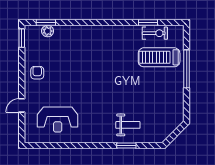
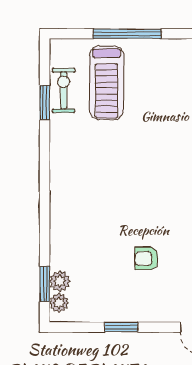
plant: (35, 31) -> (59, 303), added
window: (22, 38) -> (121, 327), moved
armchair: (37, 73) -> (147, 259), moved

